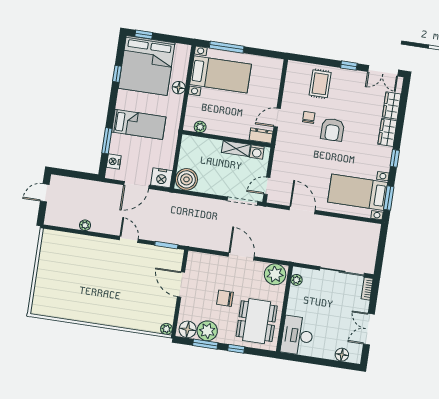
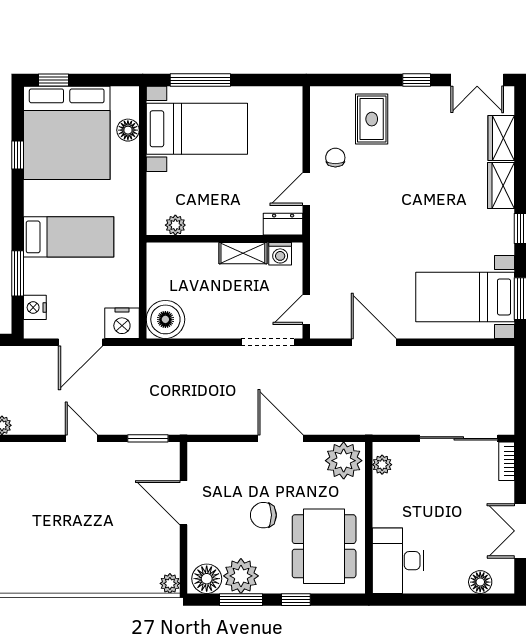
floor lamp: (179, 88) -> (128, 130), moved
chair: (309, 117) -> (335, 158), moved
armchair: (332, 130) -> (405, 195), removed

